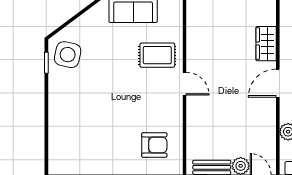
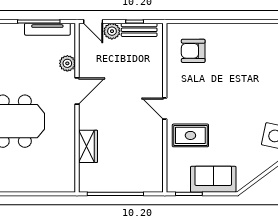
door: (278, 83) -> (77, 91), moved

